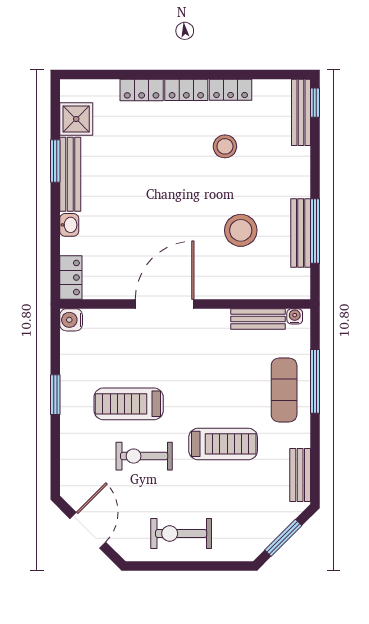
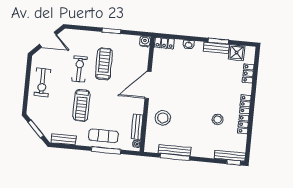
locker: (142, 90) -> (248, 73), moved
bench: (70, 174) -> (216, 48), width x0.73
stool: (241, 230) -> (163, 118), moved
door: (165, 304) -> (148, 85), swing flipped
exercise bike: (181, 534) -> (42, 82), turned 180

